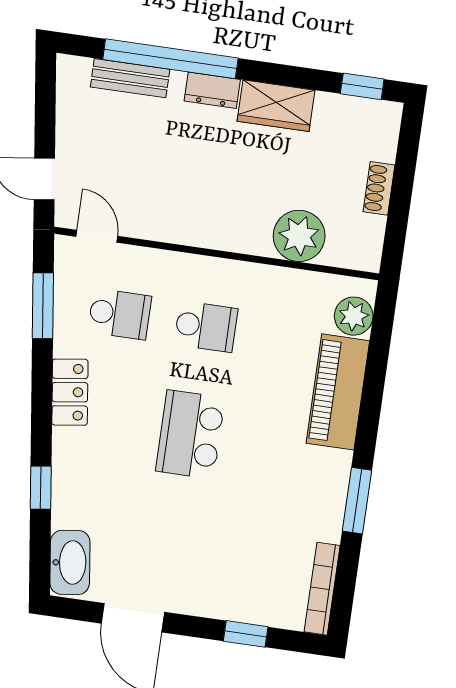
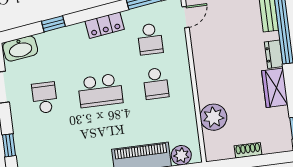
school desk: (190, 434) -> (100, 91), turned 180
school desk: (175, 542) -> (45, 98), added

